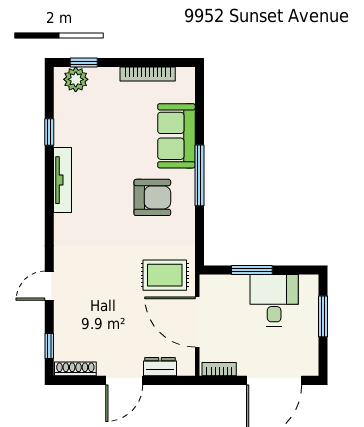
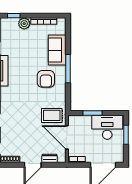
plant: (76, 79) -> (24, 24), moved
armchair: (152, 197) -> (46, 79), turned 90
desk: (274, 300) -> (107, 127), width x1.37

